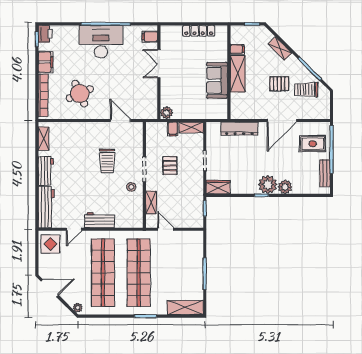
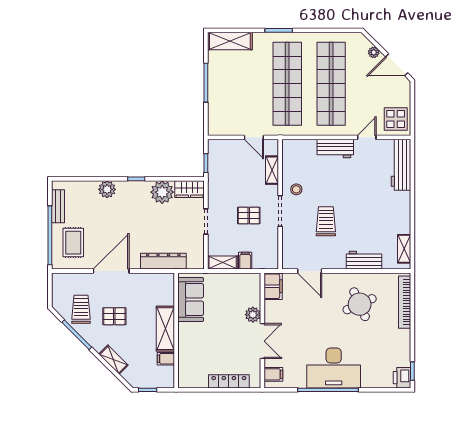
locker: (199, 31) -> (229, 381), moved
filing cabinet: (46, 62) -> (273, 286), moved, turned 180
sofa: (217, 80) -> (191, 300), moved
trolley: (306, 90) -> (81, 309), turned -90
plant: (167, 113) -> (253, 315), moved
rug: (313, 144) -> (73, 243), turned 90
pallet: (170, 166) -> (249, 216), turned 90
workbench: (46, 171) -> (364, 260), moved, turned 90
plant: (268, 185) -> (162, 192), moved
plant: (78, 308) -> (374, 52), moved

